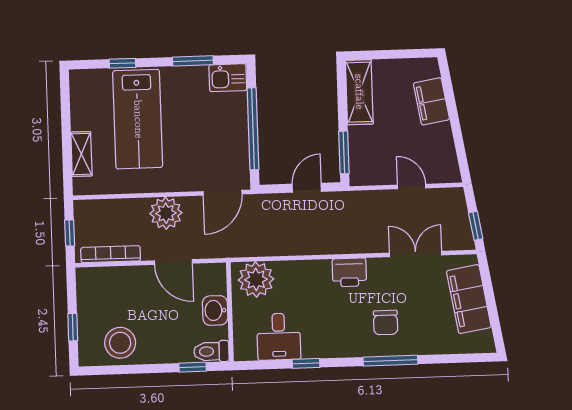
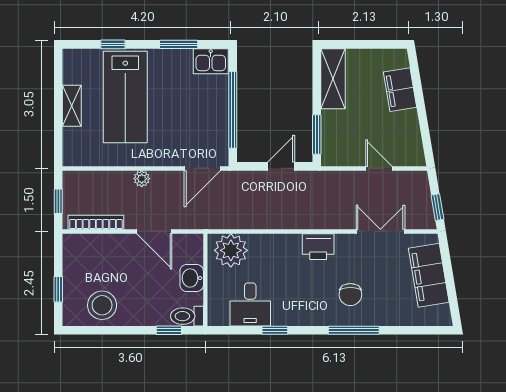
shelving: (81, 154) -> (72, 106), moved
plant: (166, 213) -> (142, 179), width x0.53, depth x0.53

